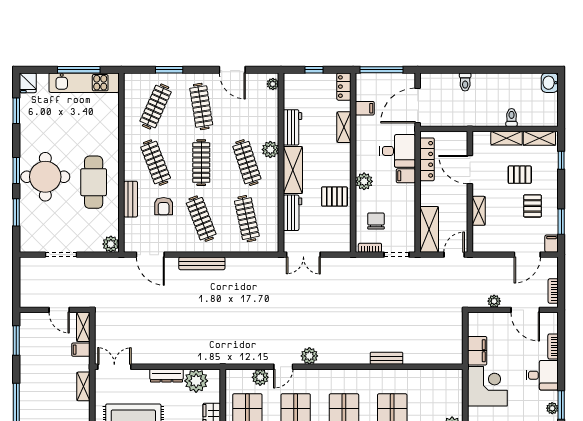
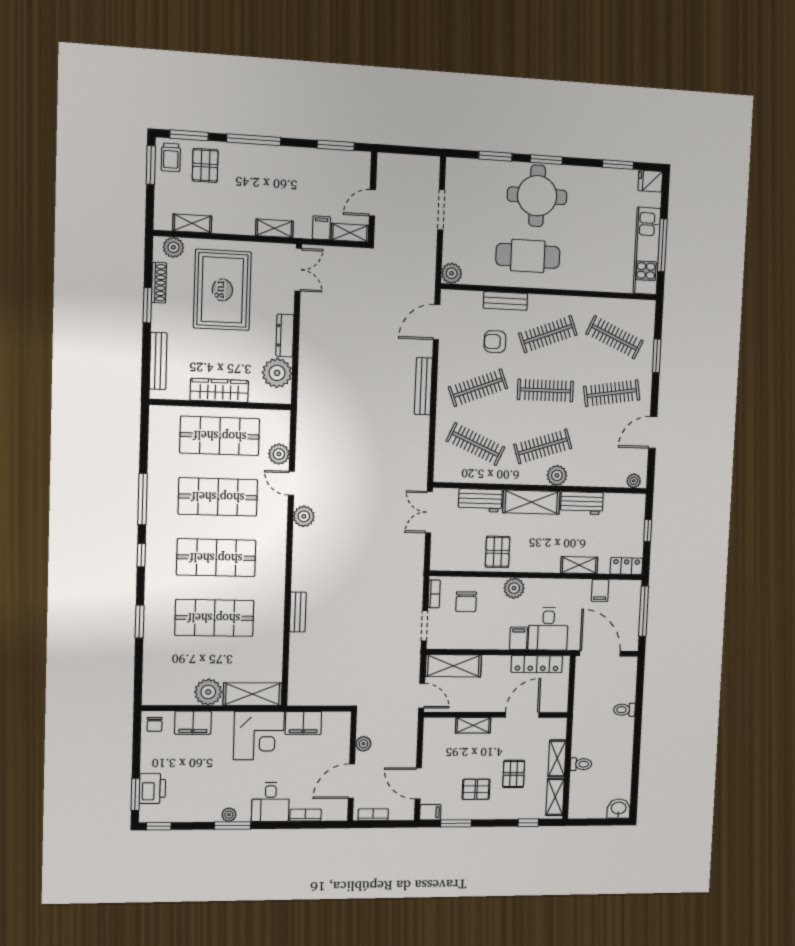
clothes rail: (247, 219) -> (476, 444), turned 36
chair: (376, 221) -> (466, 602), turned 90
shelving: (454, 392) -> (253, 694), added

